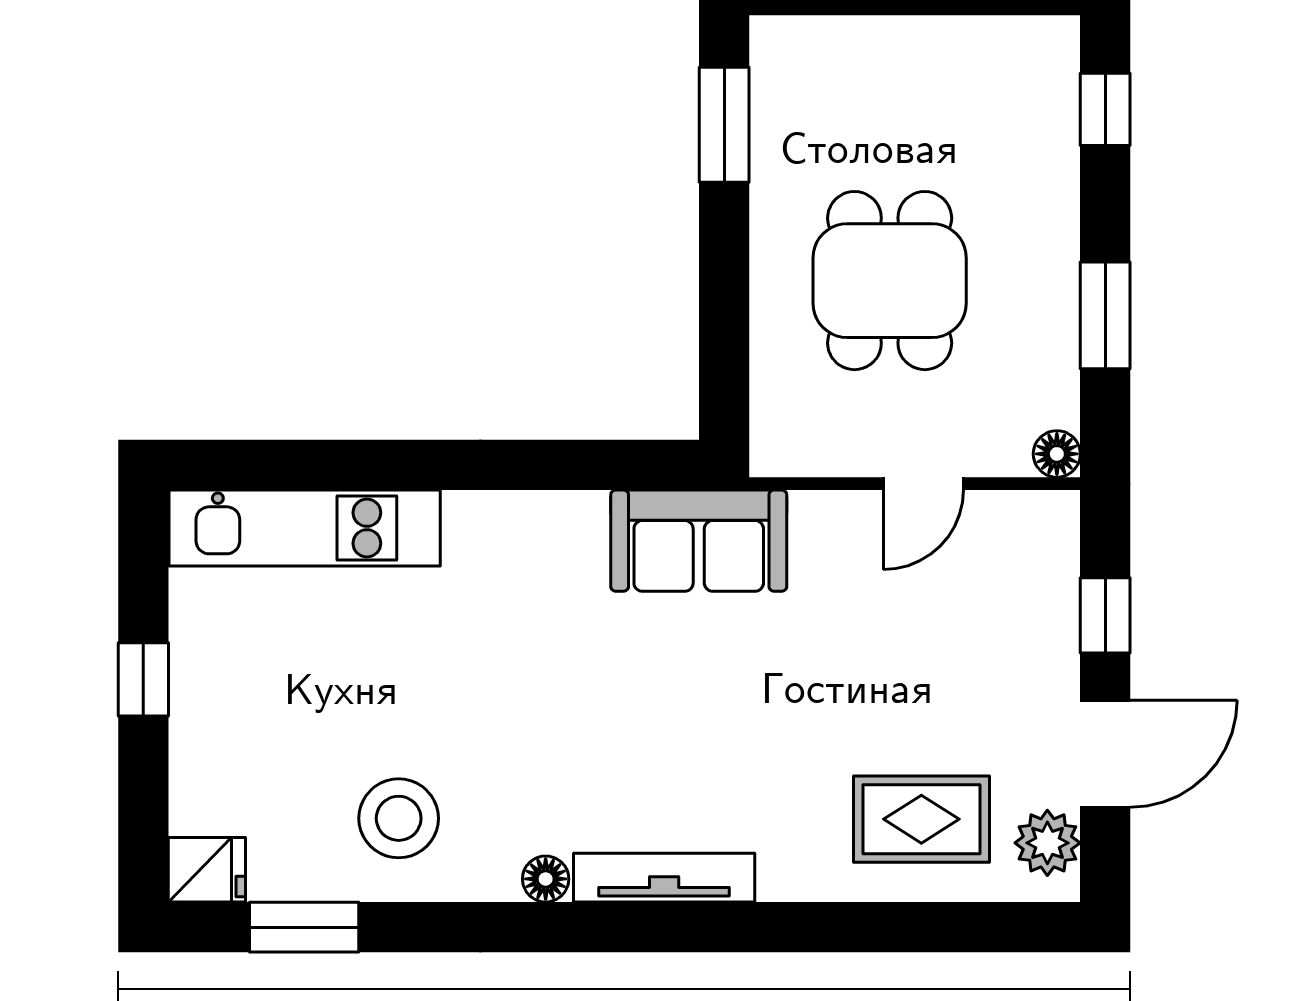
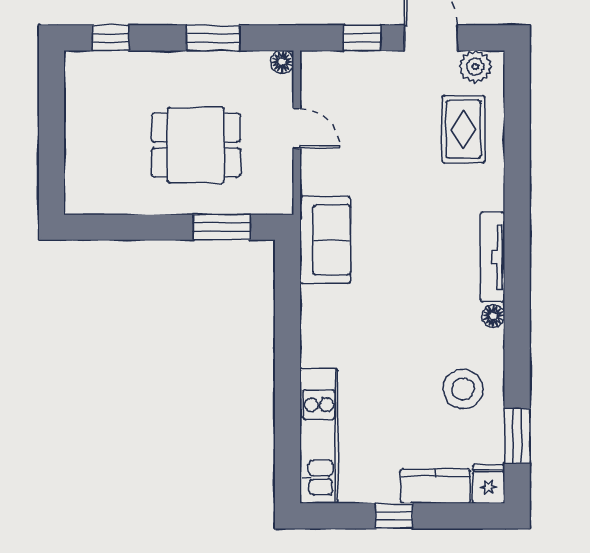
window: (724, 125) -> (222, 227), moved
kitchen counter: (203, 762) -> (435, 486), added

